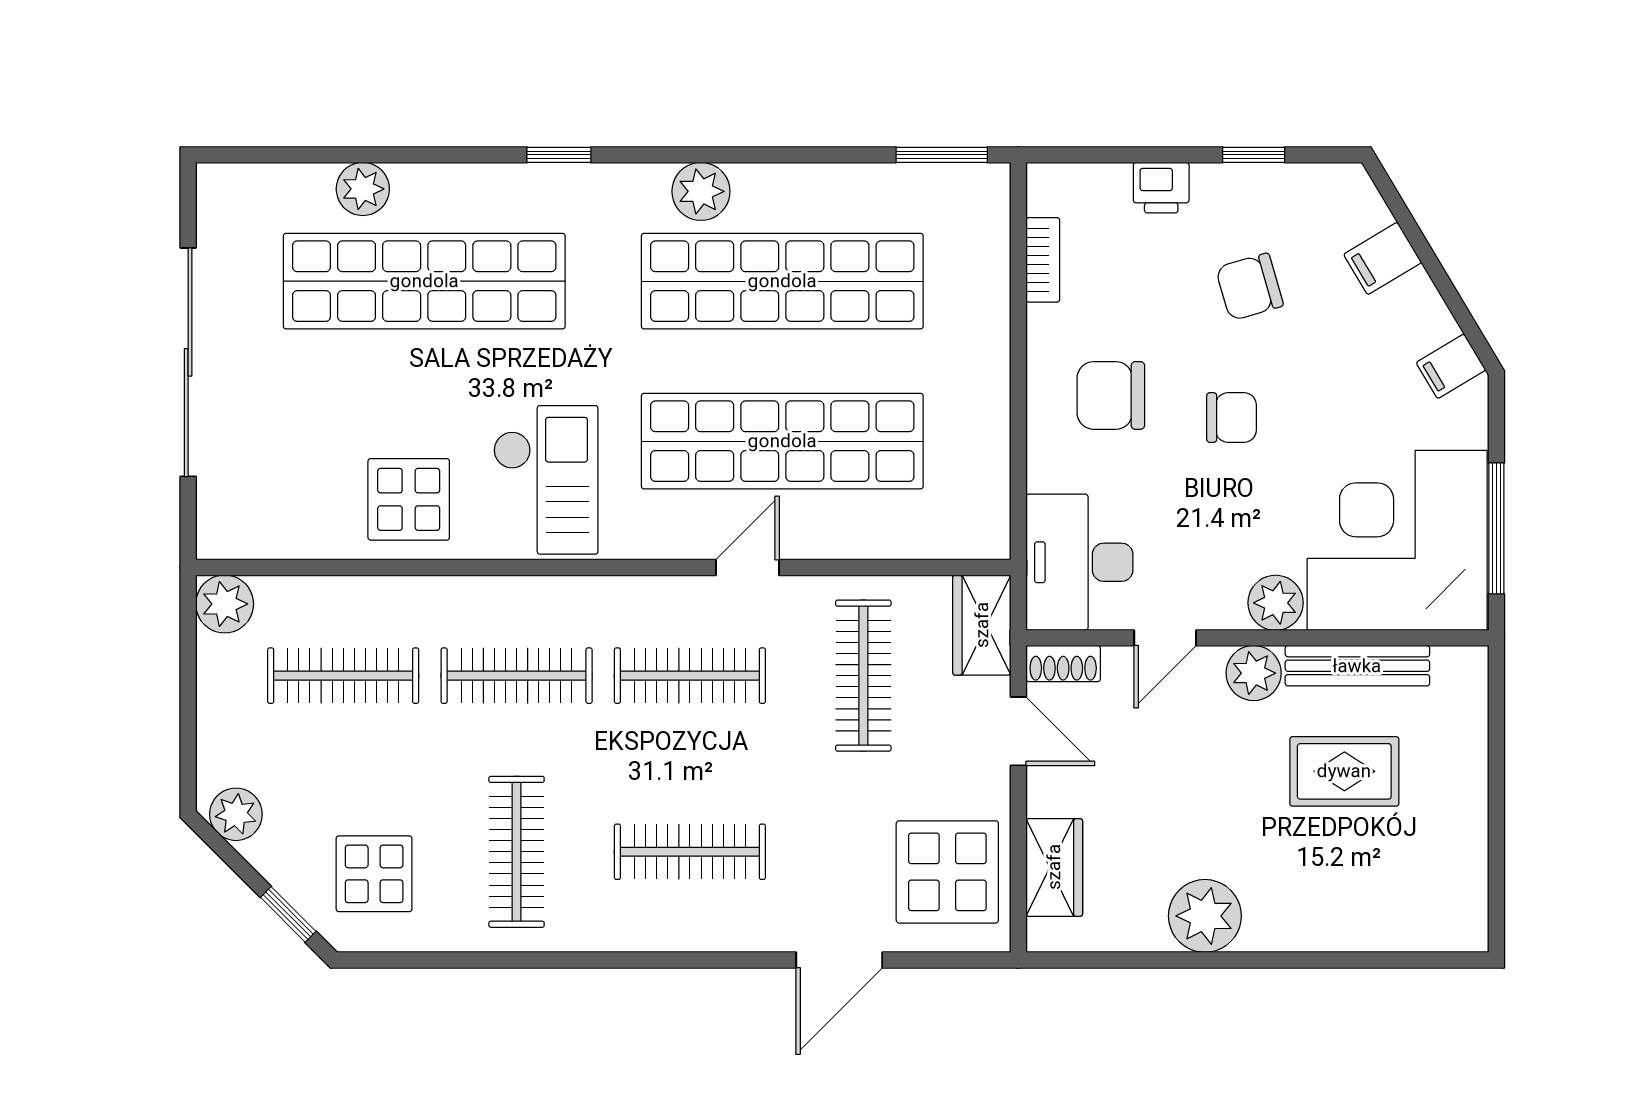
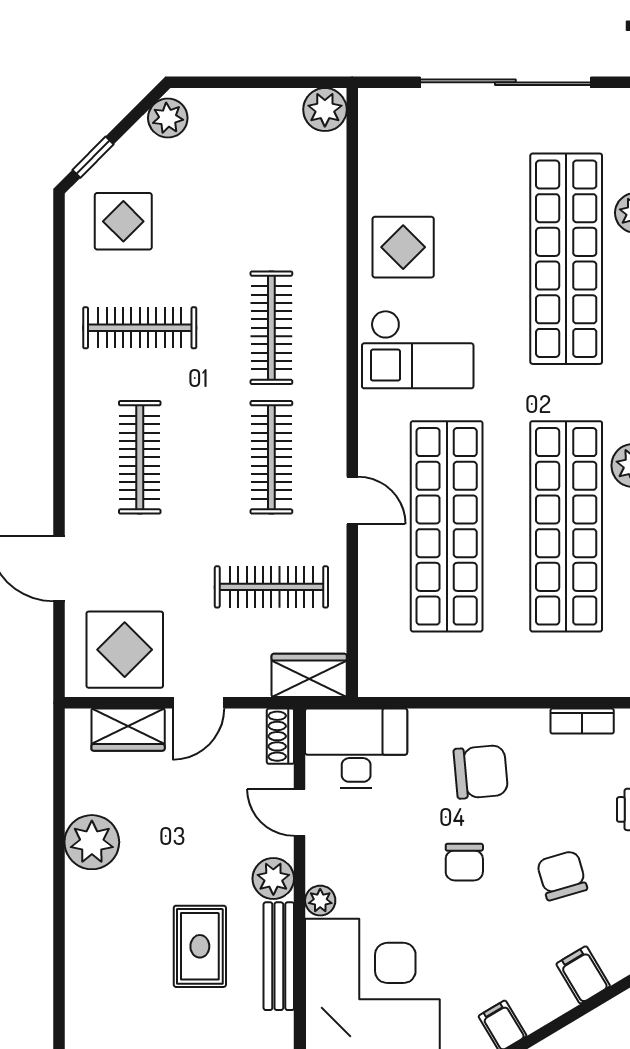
chair: (1111, 395) -> (481, 772), turned 85
plant: (1276, 603) -> (320, 901), width x0.73, depth x0.73
clothes rail: (343, 676) -> (271, 198), removed
door: (1018, 731) -> (198, 703), moved

